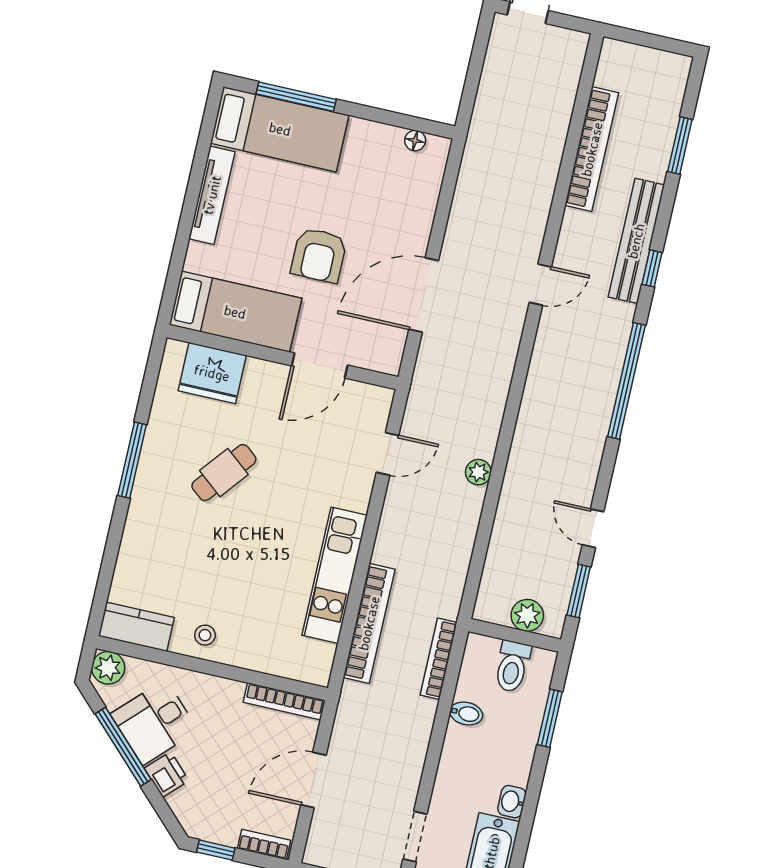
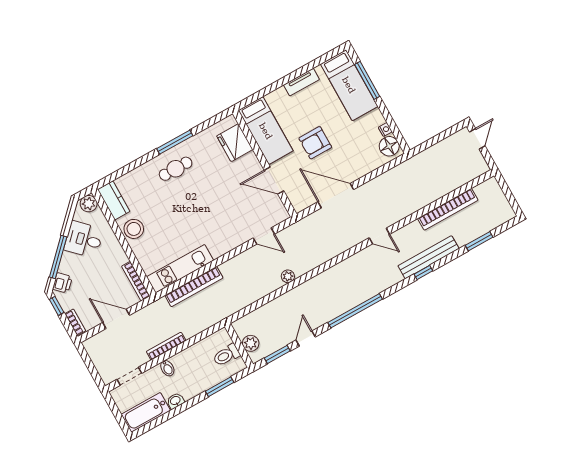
nightstand: (392, 135) -> (385, 130), added
floor lamp: (415, 141) -> (389, 146), width x1.89, depth x1.89
tv unit: (212, 195) -> (301, 82), width x0.71
window: (626, 381) -> (355, 311), moved
cafe table: (224, 473) -> (176, 169), moved, turned -39
kitchen unit: (335, 575) -> (180, 269), moved
stool: (205, 635) -> (134, 229), width x1.89, depth x1.89
bookcase: (439, 659) -> (166, 346), moved
bidet: (466, 713) -> (167, 368), moved
window: (123, 747) -> (58, 257), moved
printer: (167, 774) -> (62, 283), moved

